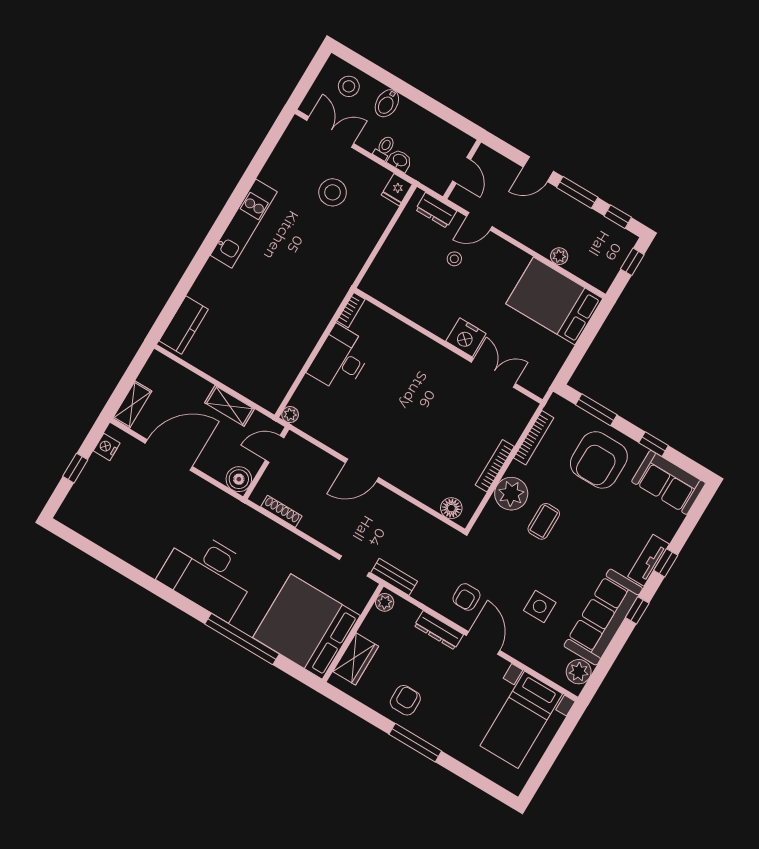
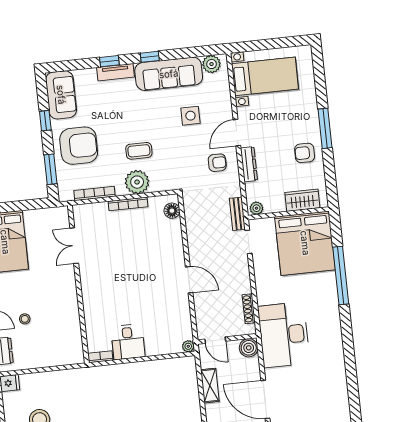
nightstand: (466, 337) -> (66, 277), removed
desk: (340, 359) -> (128, 342), width x0.73
desk: (208, 574) -> (284, 335), moved, turned 180

